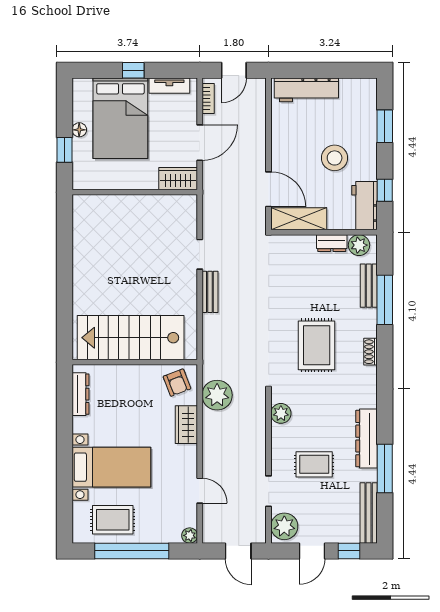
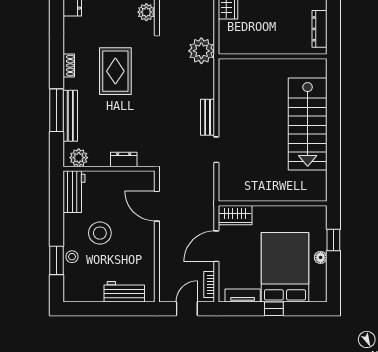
workbench: (306, 90) -> (124, 292), width x0.73
stool: (367, 131) -> (72, 257), added
window: (385, 190) -> (57, 205), removed
shelving: (299, 219) -> (131, 180), removed
dresser: (332, 243) -> (124, 159), moved
bench: (369, 286) -> (70, 116), width x1.36
stairs: (131, 338) -> (308, 124), moved, turned 90
armchair: (177, 383) -> (236, 39), removed
plant: (217, 395) -> (201, 51), moved

